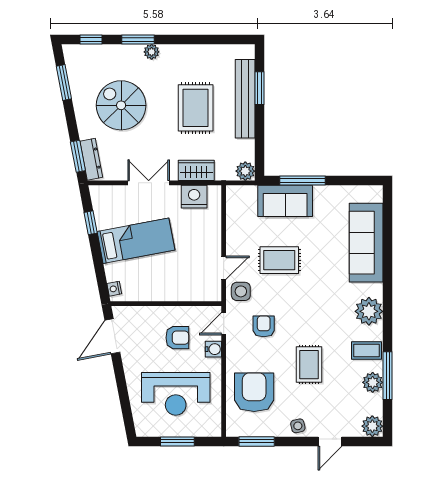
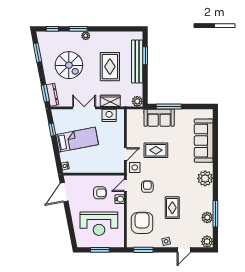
spiral stairs: (121, 105) -> (69, 65), turned 180
coffee table: (366, 350) -> (204, 200), removed

